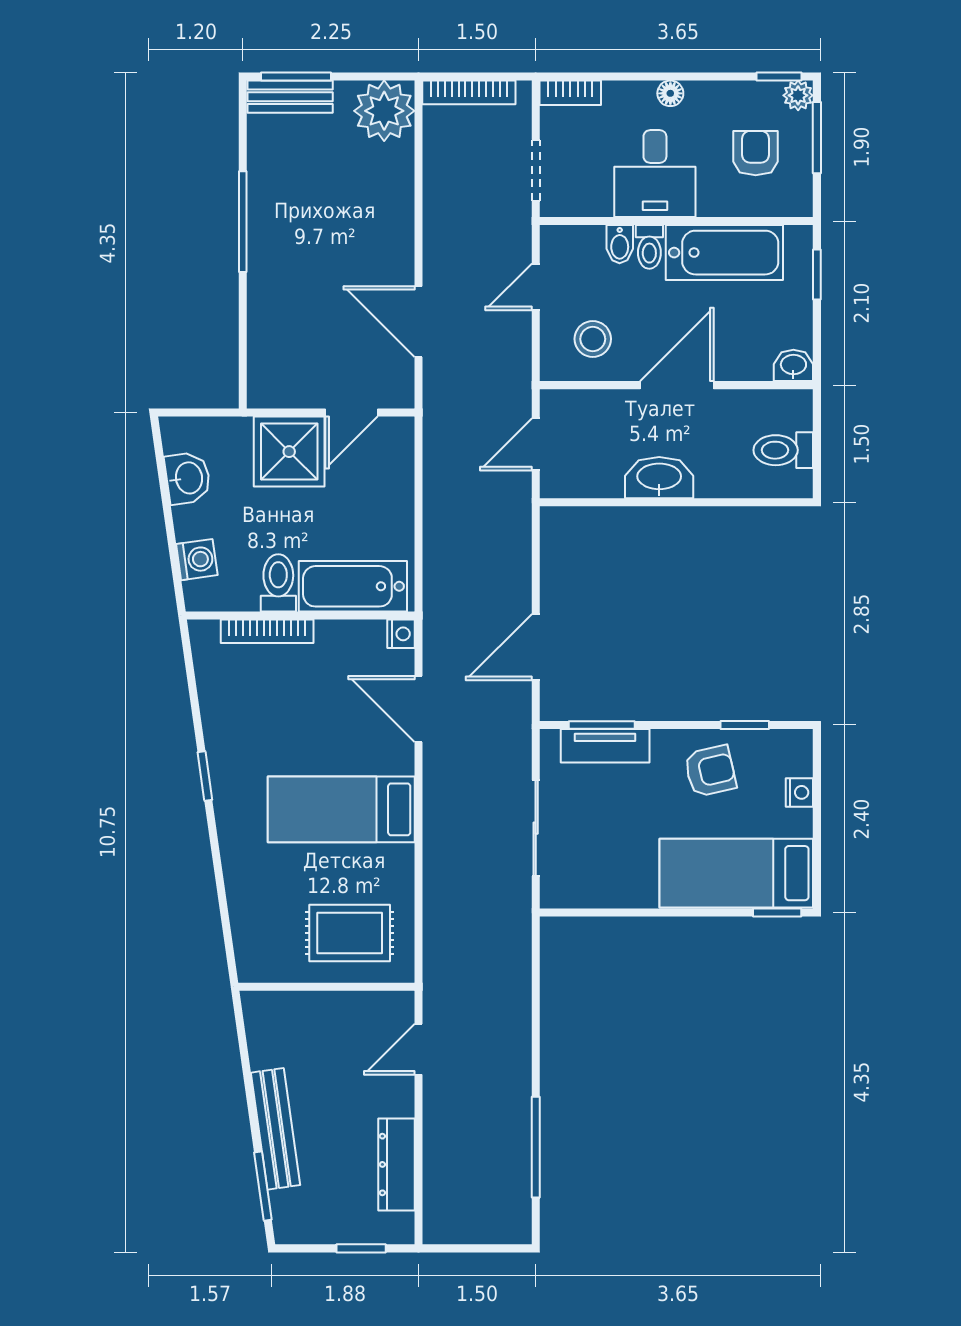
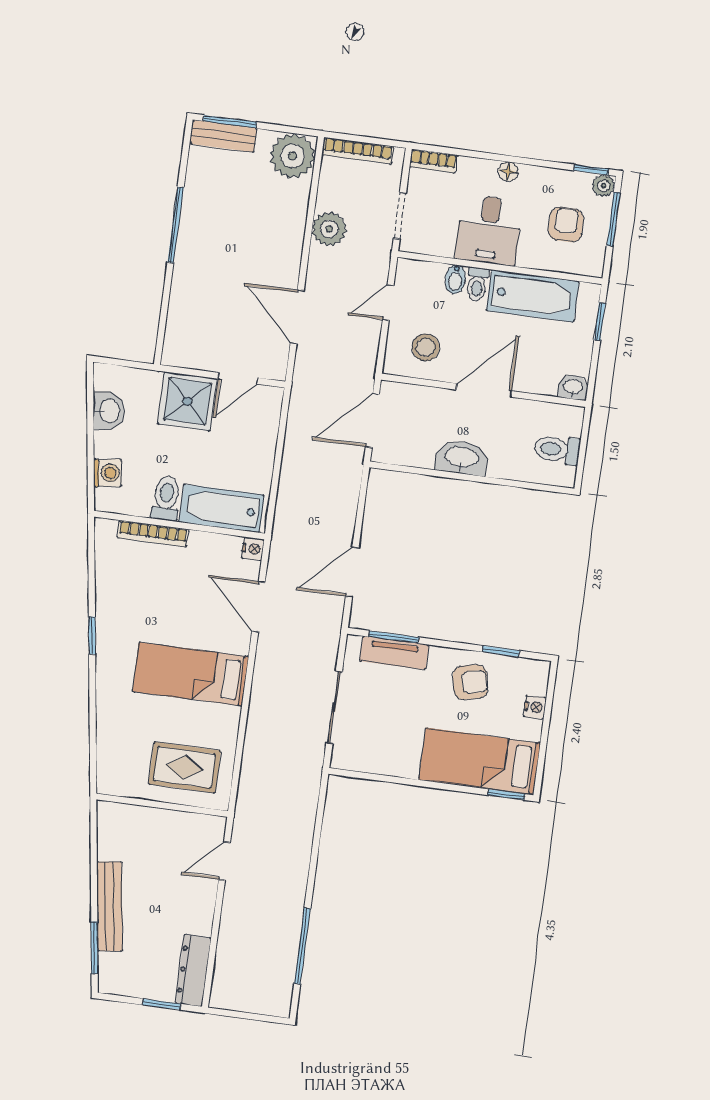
plant: (445, 200) -> (329, 229), added
door: (536, 444) -> (372, 421), width x1.38
dresser: (397, 1164) -> (193, 970), moved

